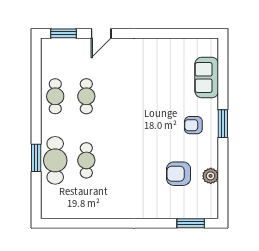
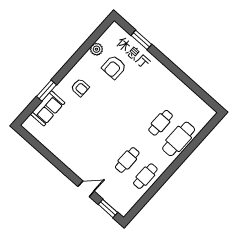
window: (223, 124) -> (46, 91), moved
window: (36, 158) -> (189, 150), removed
armchair: (179, 174) -> (114, 67), turned 90
window: (191, 223) -> (141, 40), moved

